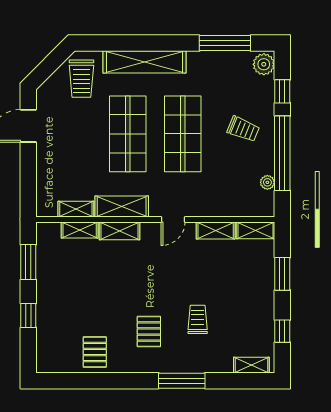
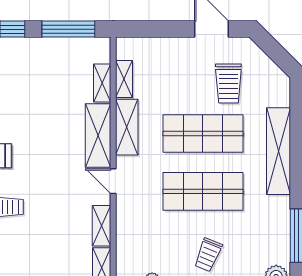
trolley: (81, 79) -> (228, 83), moved, turned -90
shelving: (119, 231) -> (98, 135), width x1.50, depth x1.33
window: (28, 262) -> (68, 29), width x1.44

